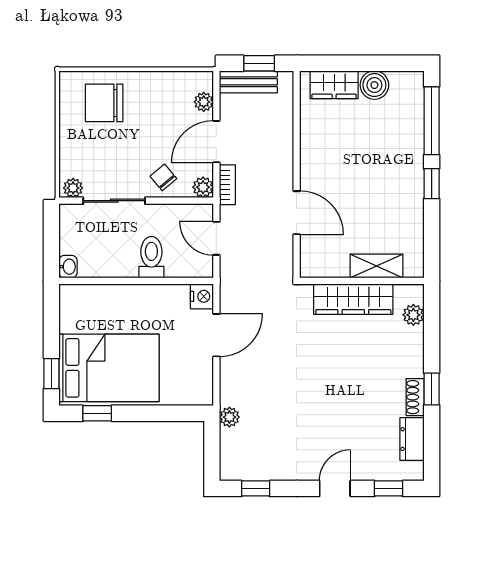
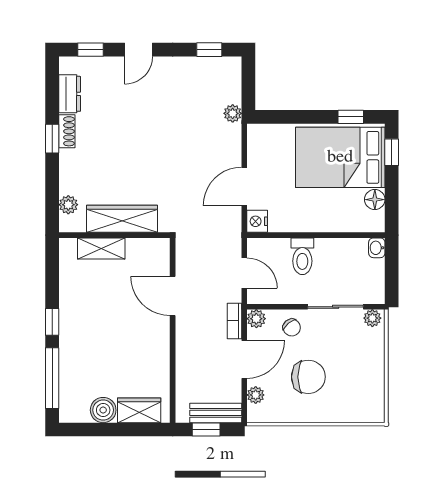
chair: (104, 103) -> (308, 377), moved
floor lamp: (70, 321) -> (375, 200), added

